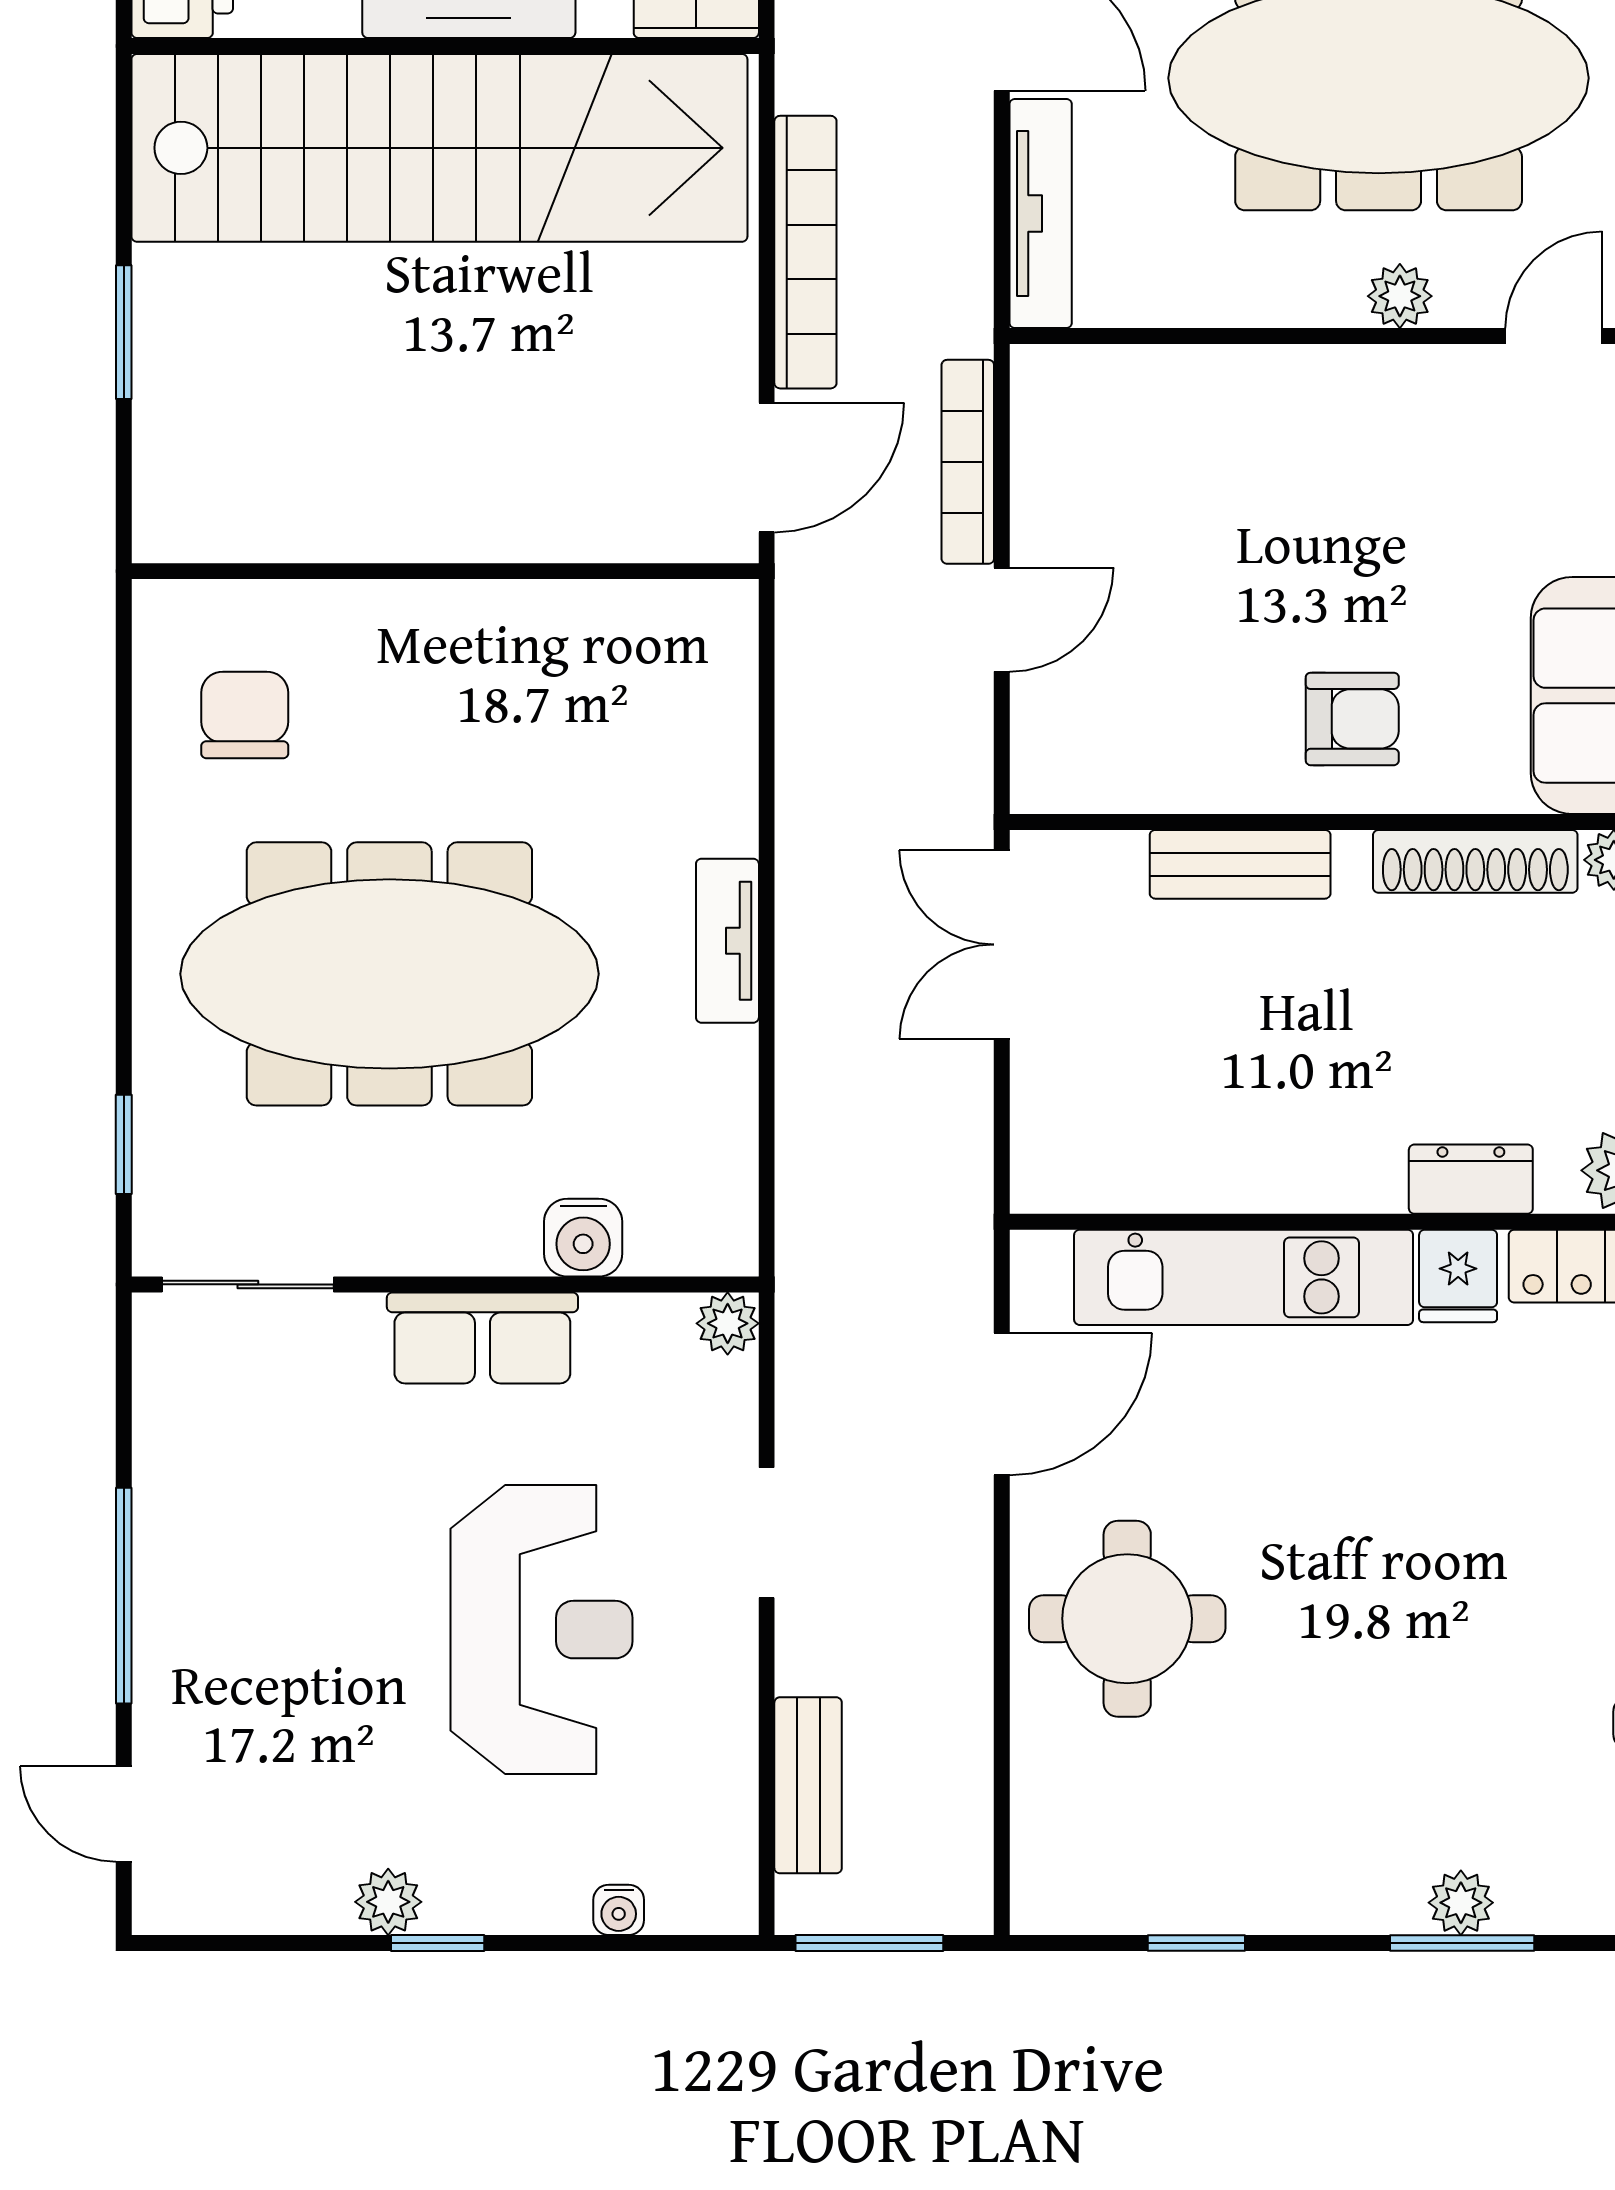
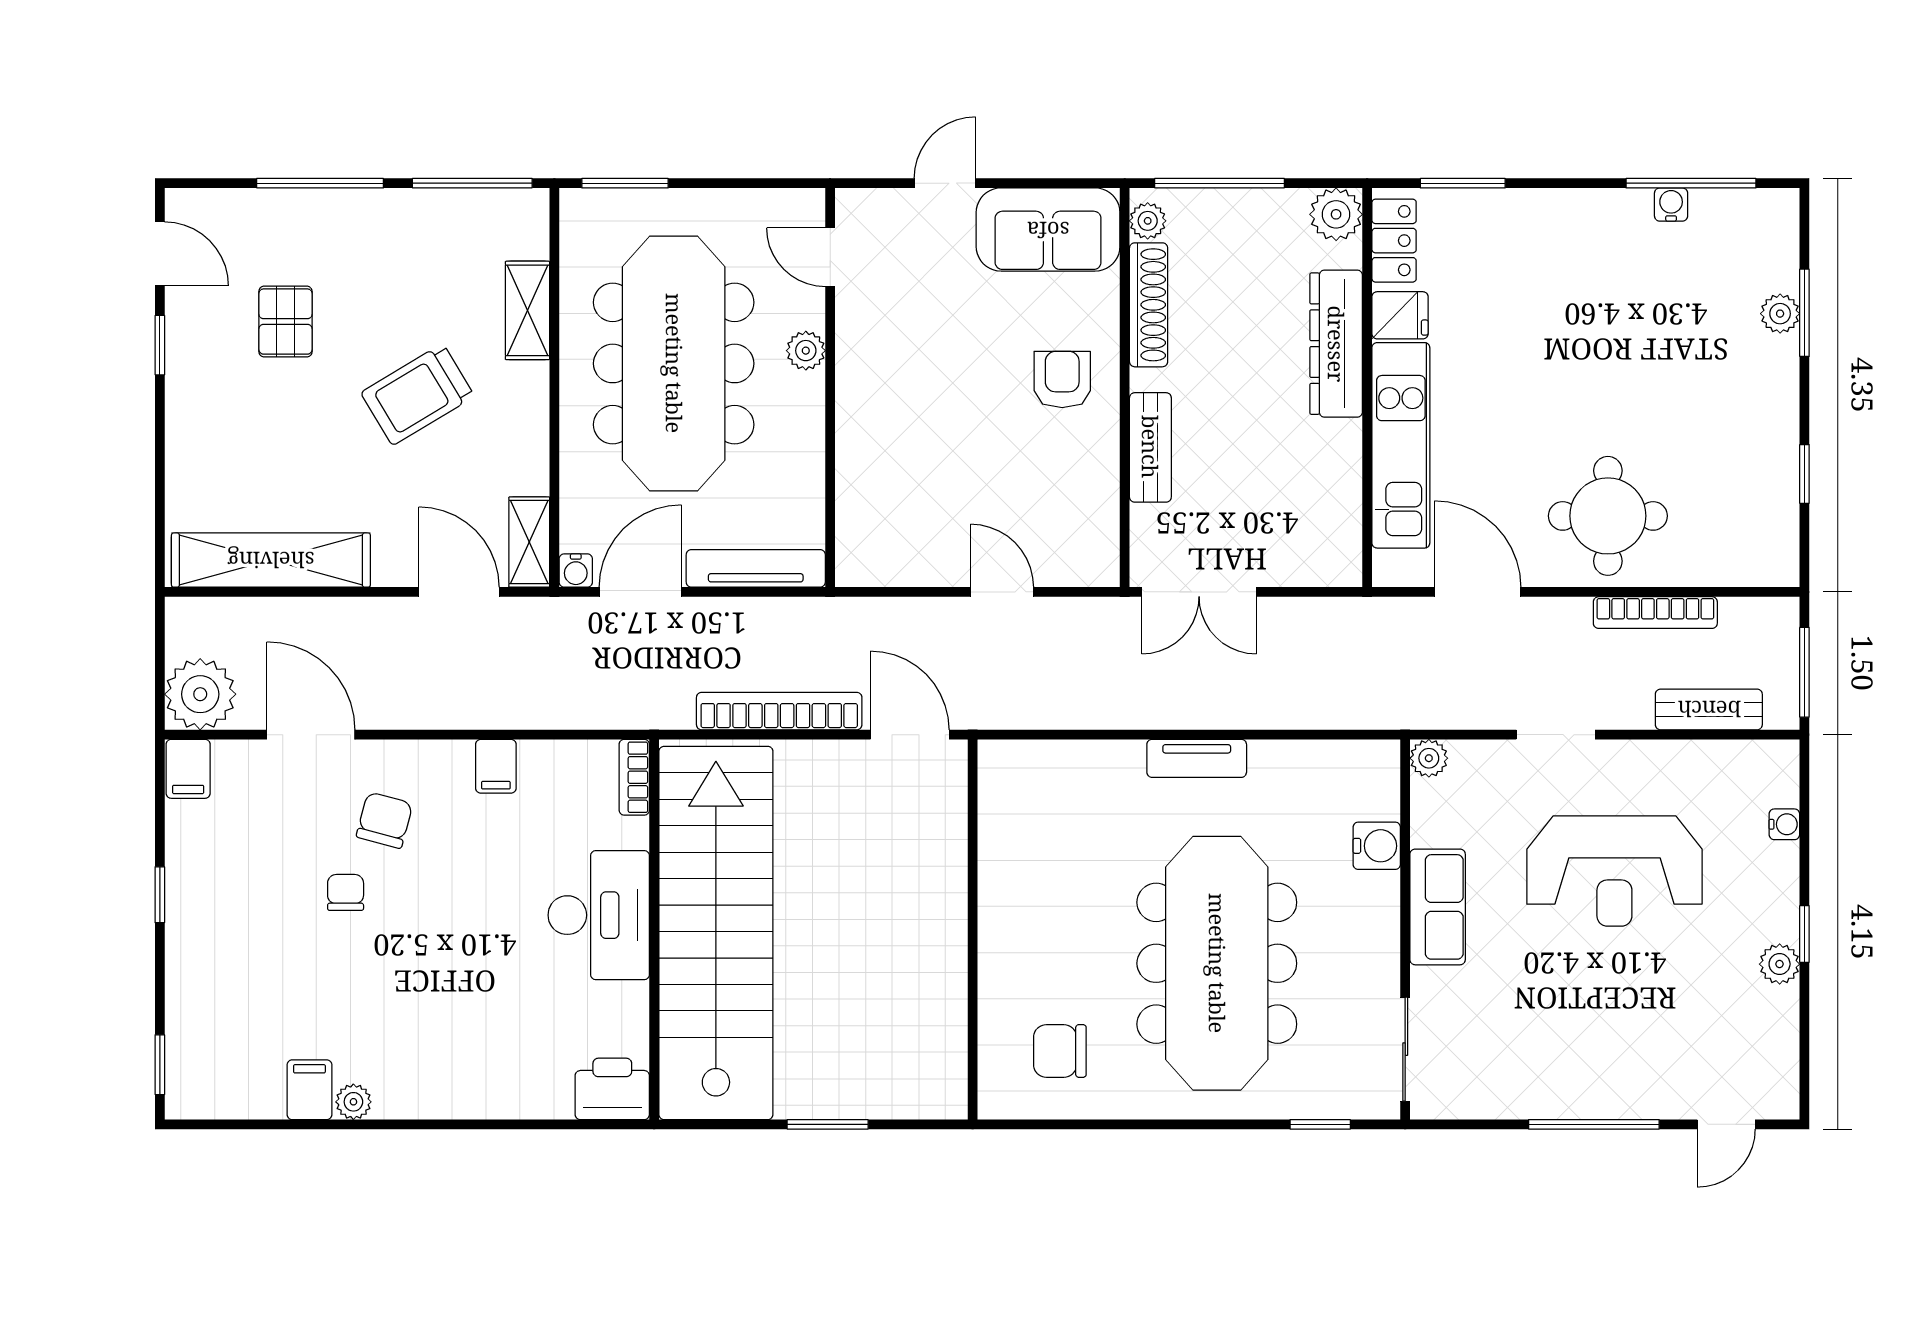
bookcase: (968, 462) -> (1655, 613), moved
dresser: (1471, 1179) -> (1336, 344), width x1.96, depth x1.24
reception desk: (542, 1630) -> (1614, 871), turned 180

